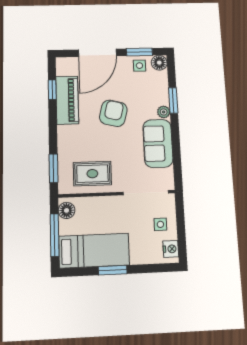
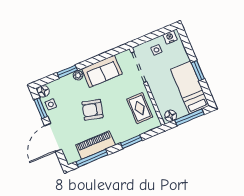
door: (97, 53) -> (53, 137), swing flipped
window: (52, 90) -> (92, 158), width x2.17
window: (53, 168) -> (131, 142), moved

